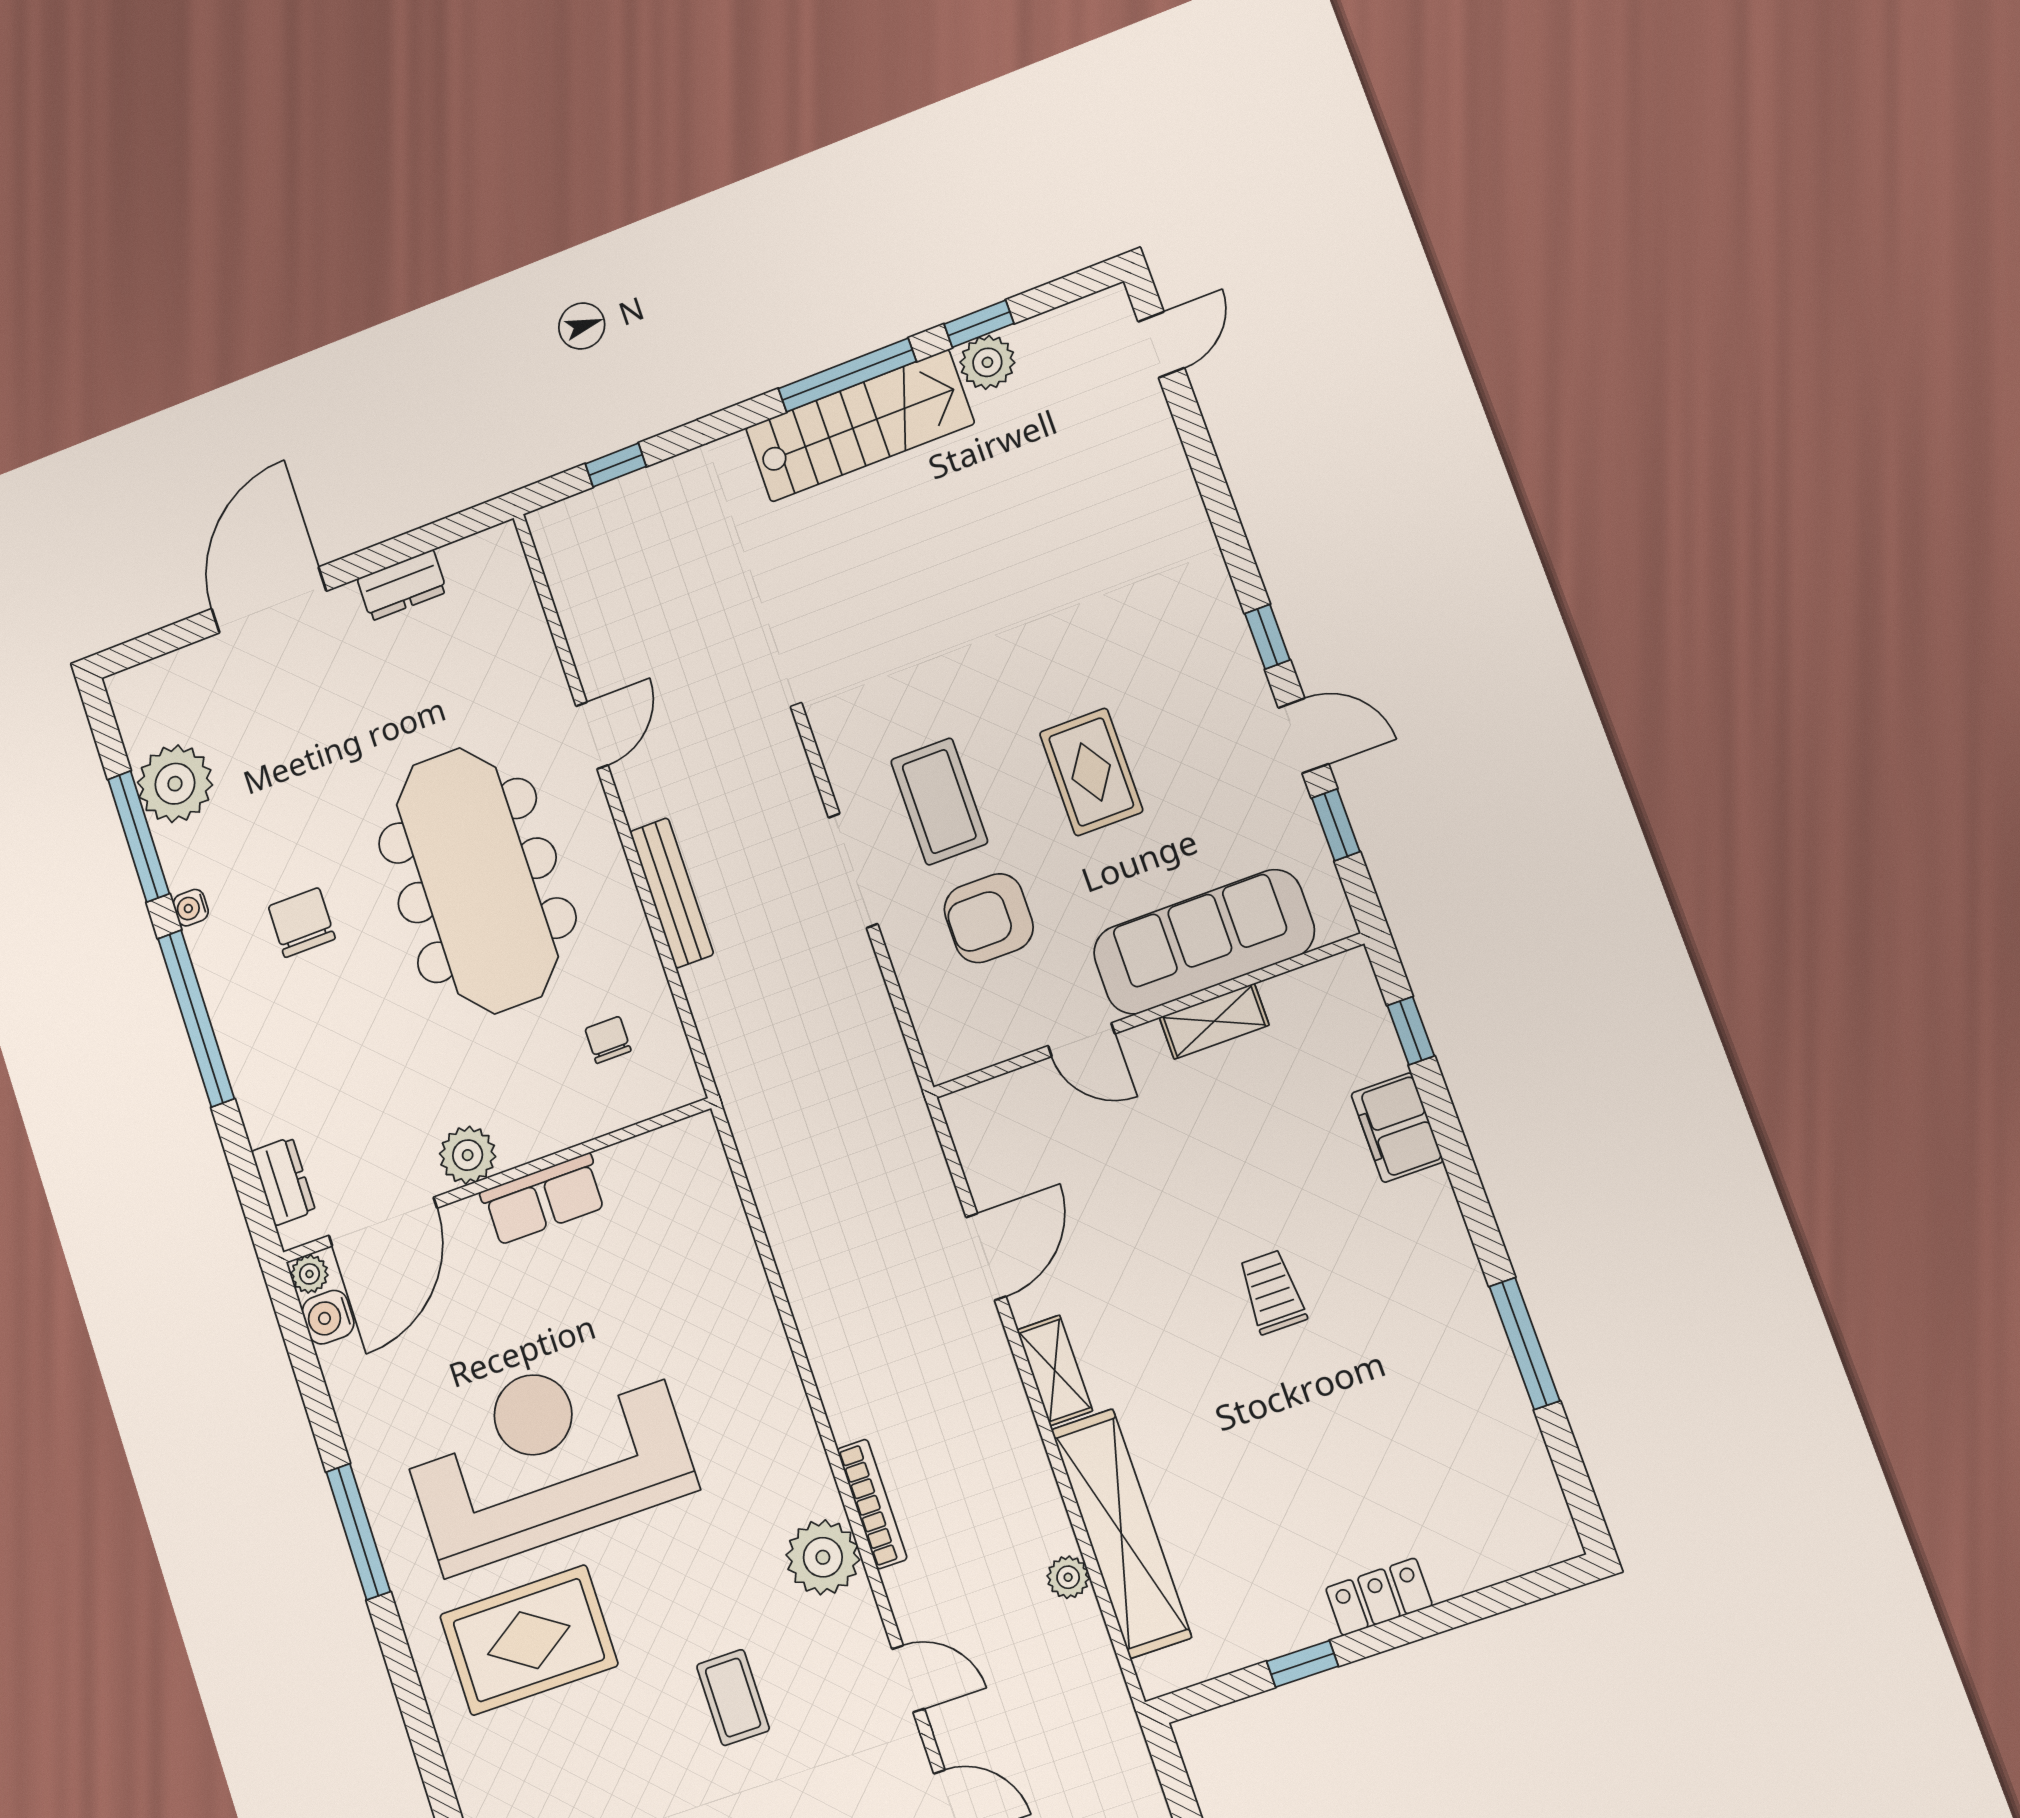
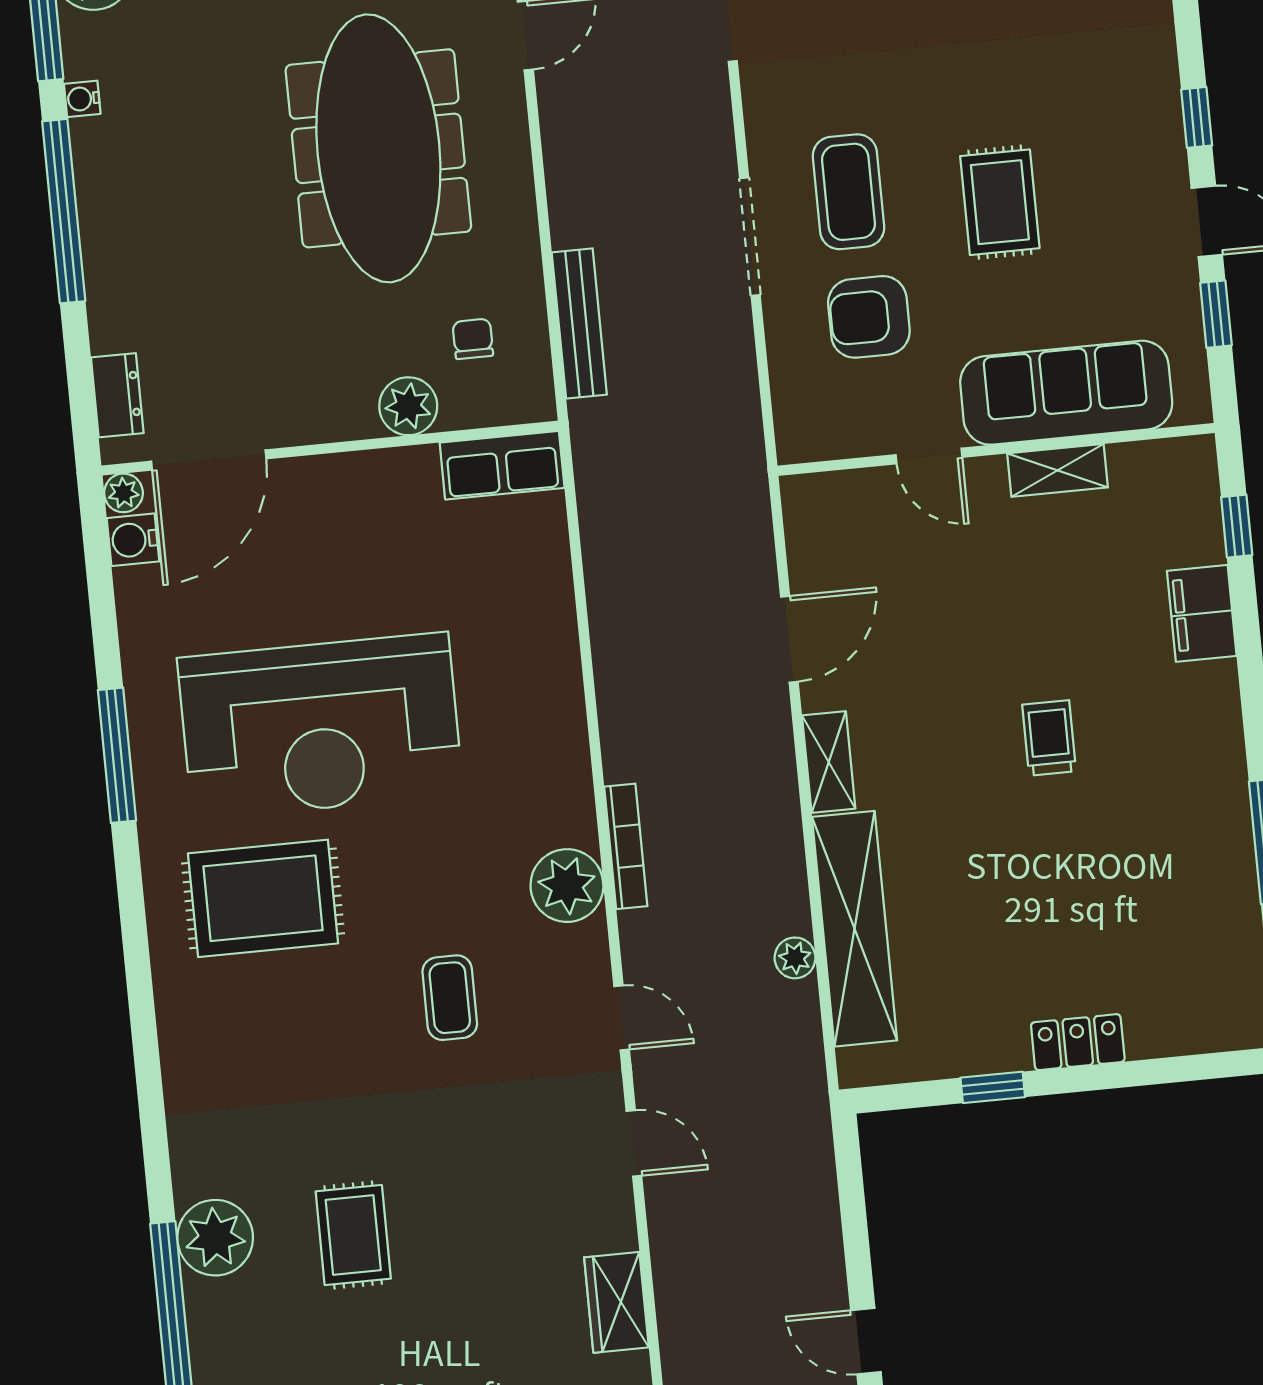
bench: (672, 893) -> (579, 323), moved
chair: (302, 923) -> (192, 144), removed
plant: (468, 1155) -> (408, 406), moved
row of seats: (543, 1199) -> (502, 465), moved
reception desk: (546, 1456) -> (320, 726), turned 180

